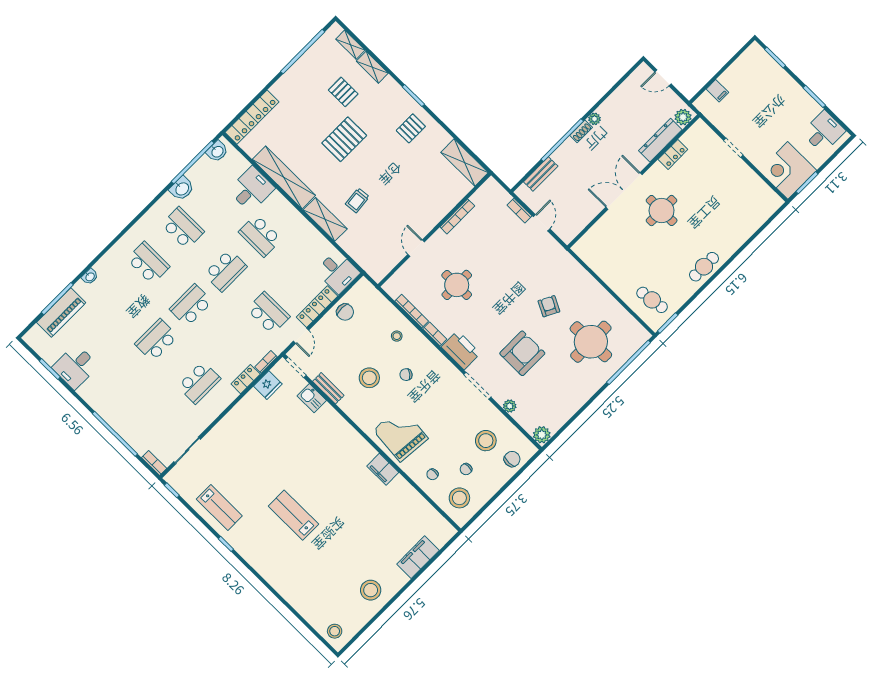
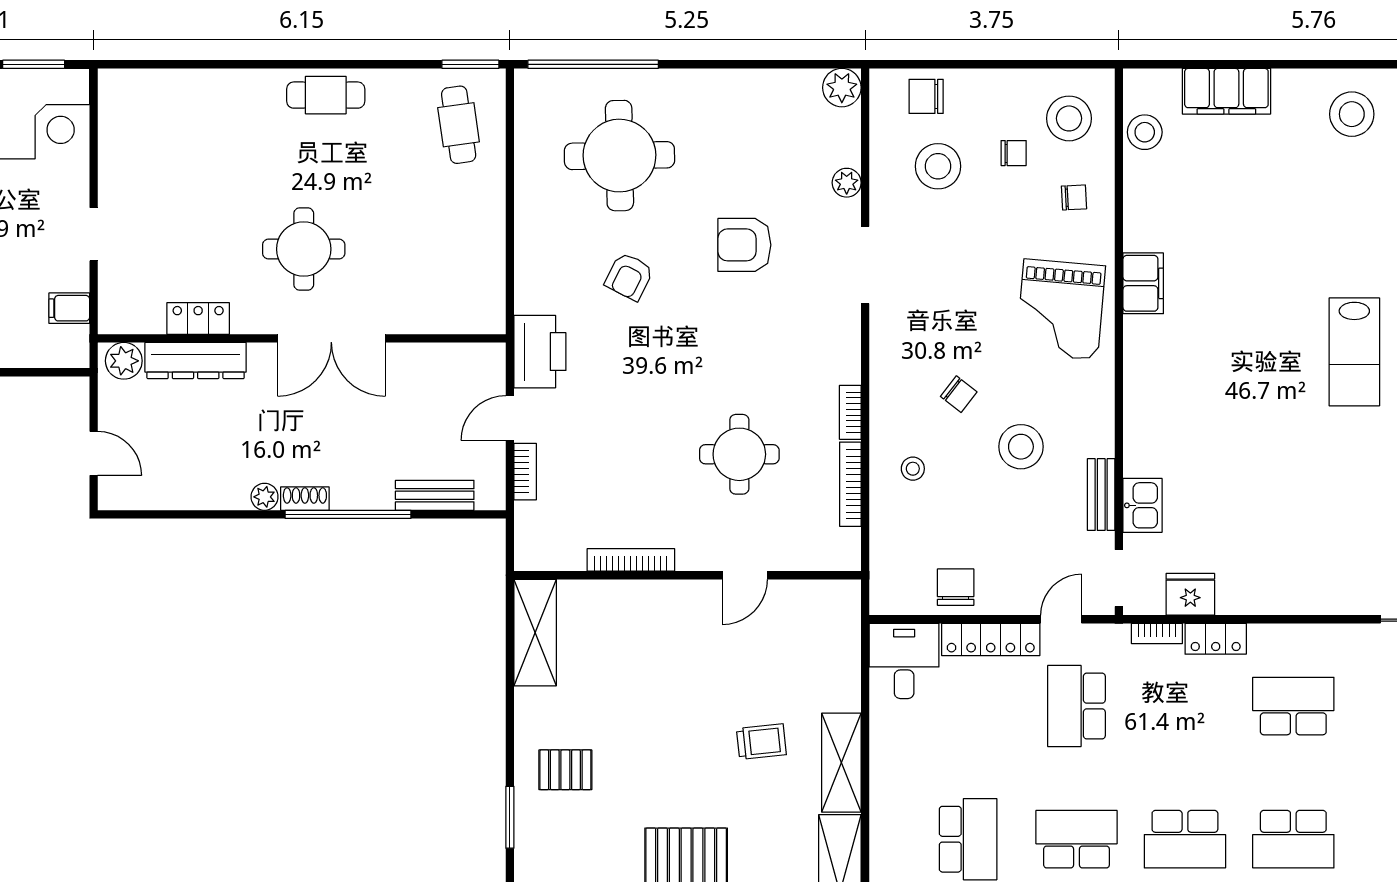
filing cabinet: (717, 91) -> (69, 308), moved, turned -90
printer: (461, 350) -> (540, 352), moved, turned 180
armchair: (522, 353) -> (744, 245), width x0.73, depth x0.73
stool: (431, 518) -> (1145, 132), added

